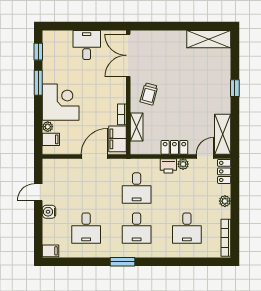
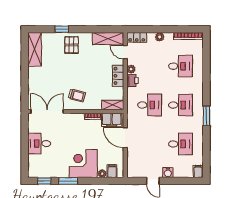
double door: (128, 55) -> (47, 111), swing flipped
pallet: (214, 87) -> (72, 45), added
window: (235, 88) -> (62, 29), moved
shelving: (137, 127) -> (113, 105), moved

